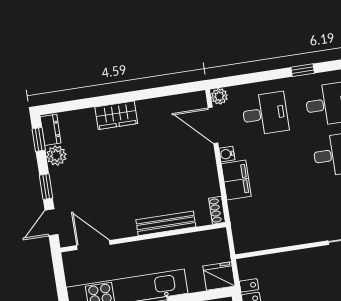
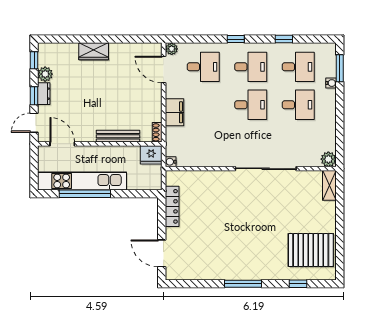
dresser: (51, 130) -> (44, 94), moved
water cooler: (227, 154) -> (171, 162), moved
fridge: (219, 276) -> (151, 155), moved, turned 180

